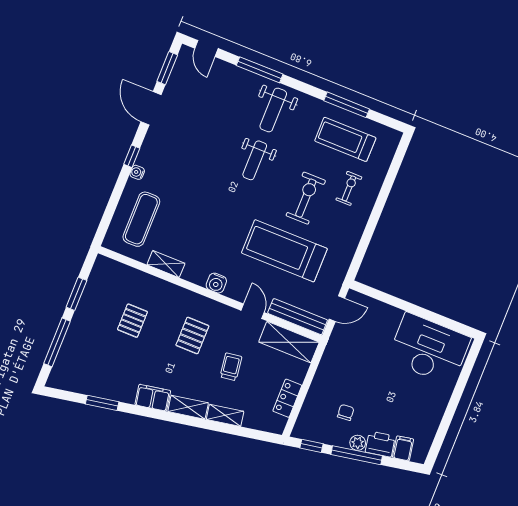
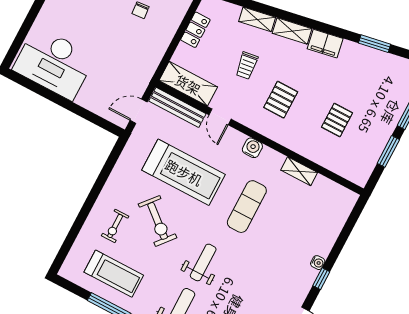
exercise bike: (306, 198) -> (158, 221), turned -50
exercise mat: (141, 219) -> (247, 207), moved

